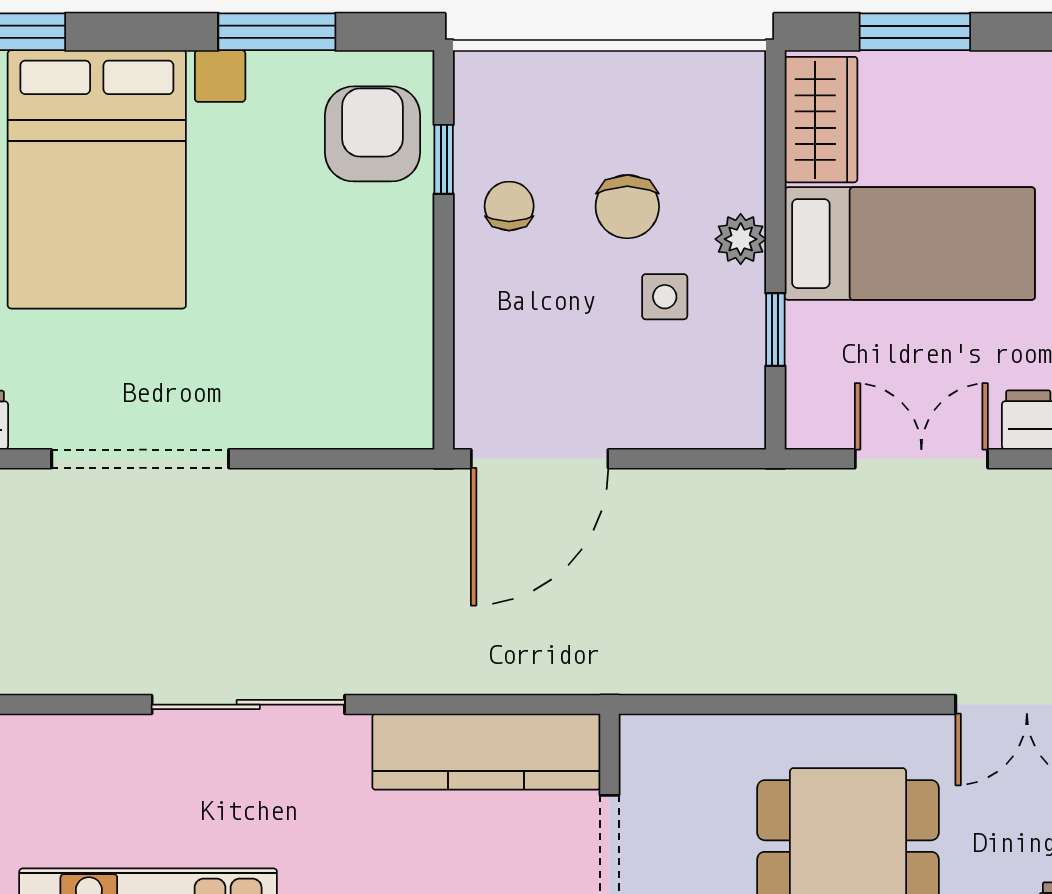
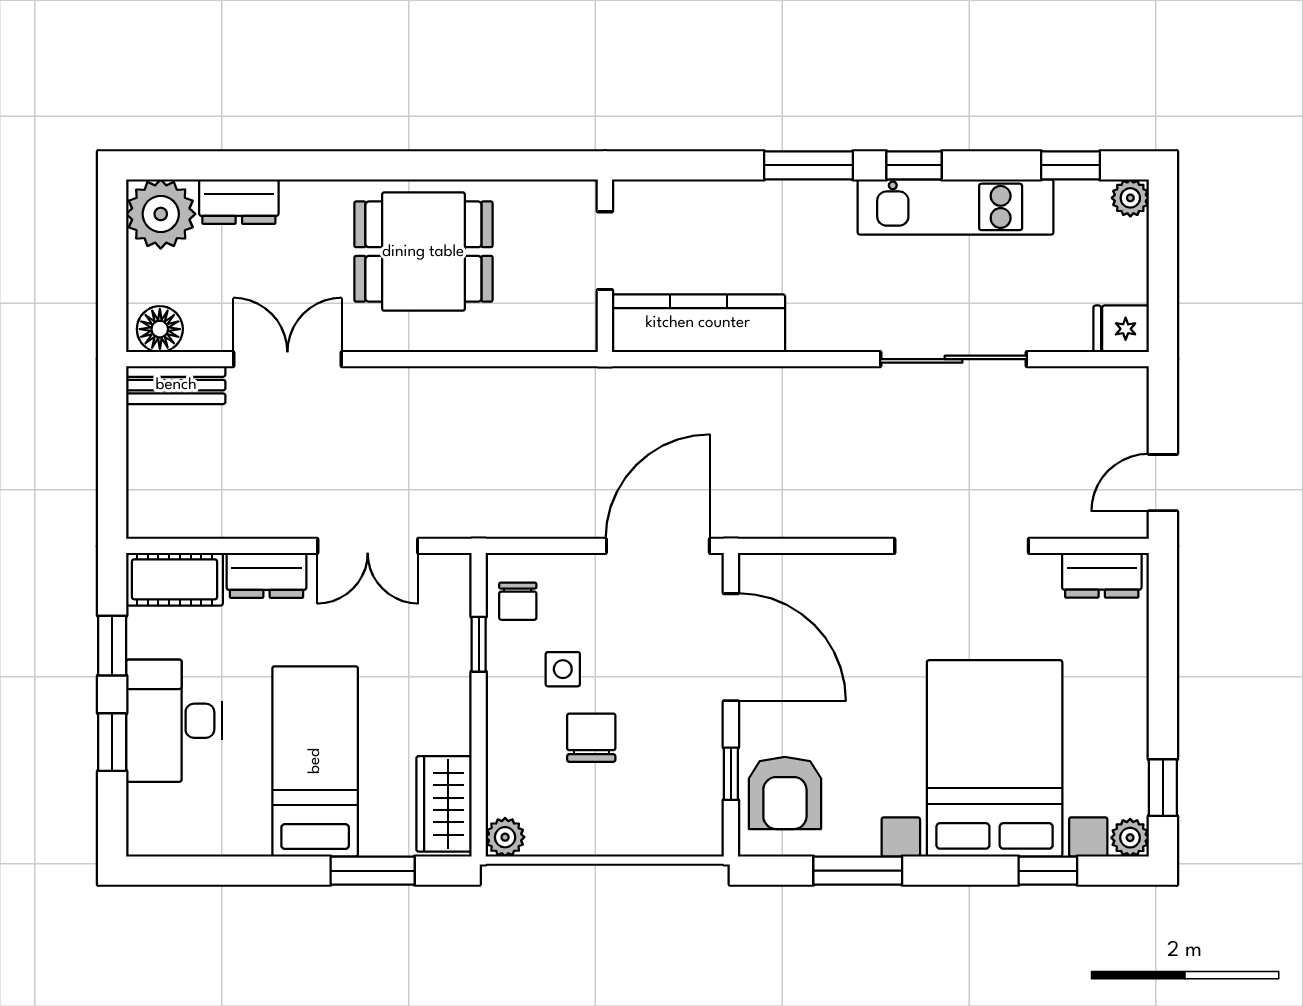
chair: (509, 206) -> (518, 601), moved
plant: (741, 239) -> (505, 837), moved
bed: (910, 244) -> (315, 761), moved, turned 90
door: (444, 326) -> (731, 647), added
sliding door: (248, 705) -> (954, 359), moved

